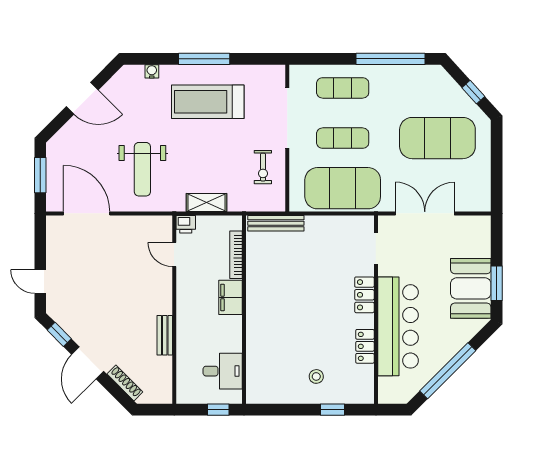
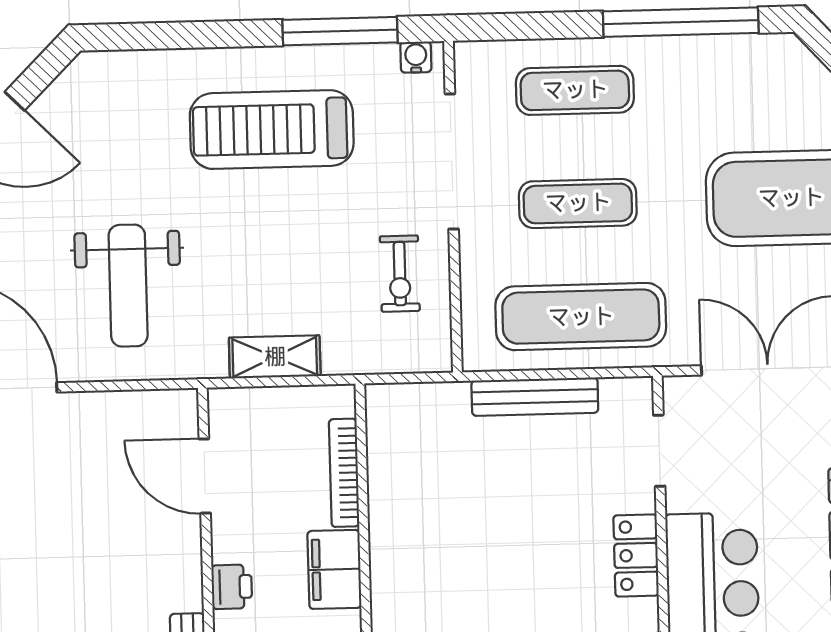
window: (204, 59) -> (340, 31), moved
water cooler: (152, 71) -> (416, 57), moved
exercise mat: (343, 188) -> (581, 317), width x0.68
bench: (276, 223) -> (535, 397), moved
printer: (186, 224) -> (232, 587), moved, turned -90
door: (174, 255) -> (205, 476), width x1.38

